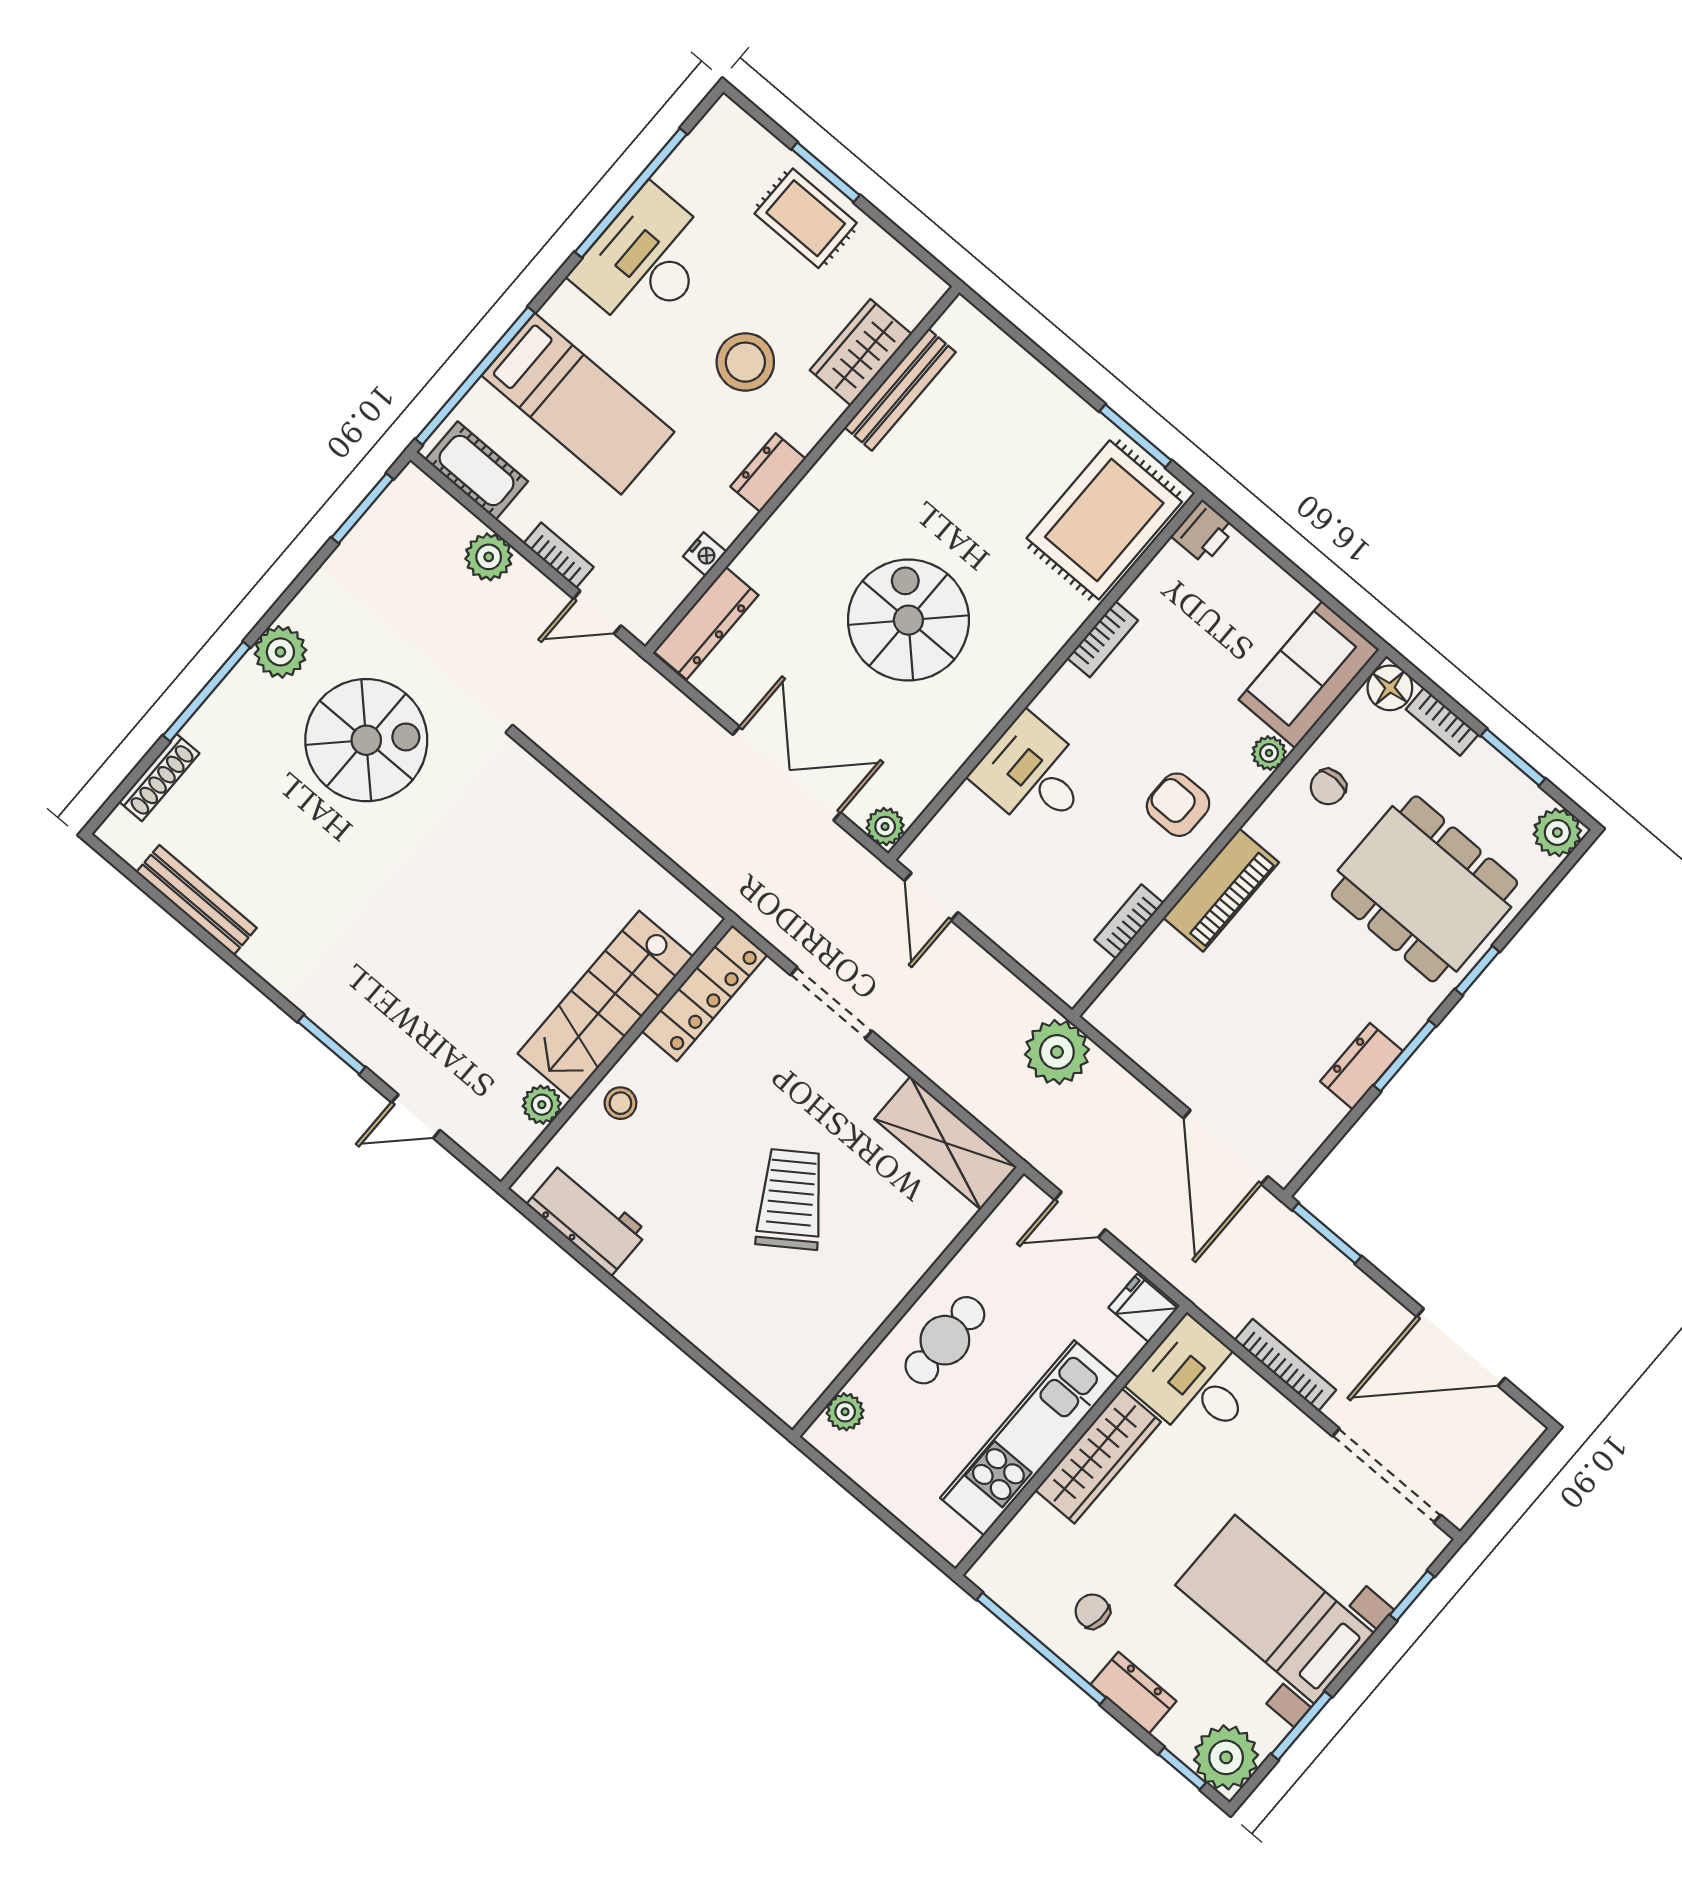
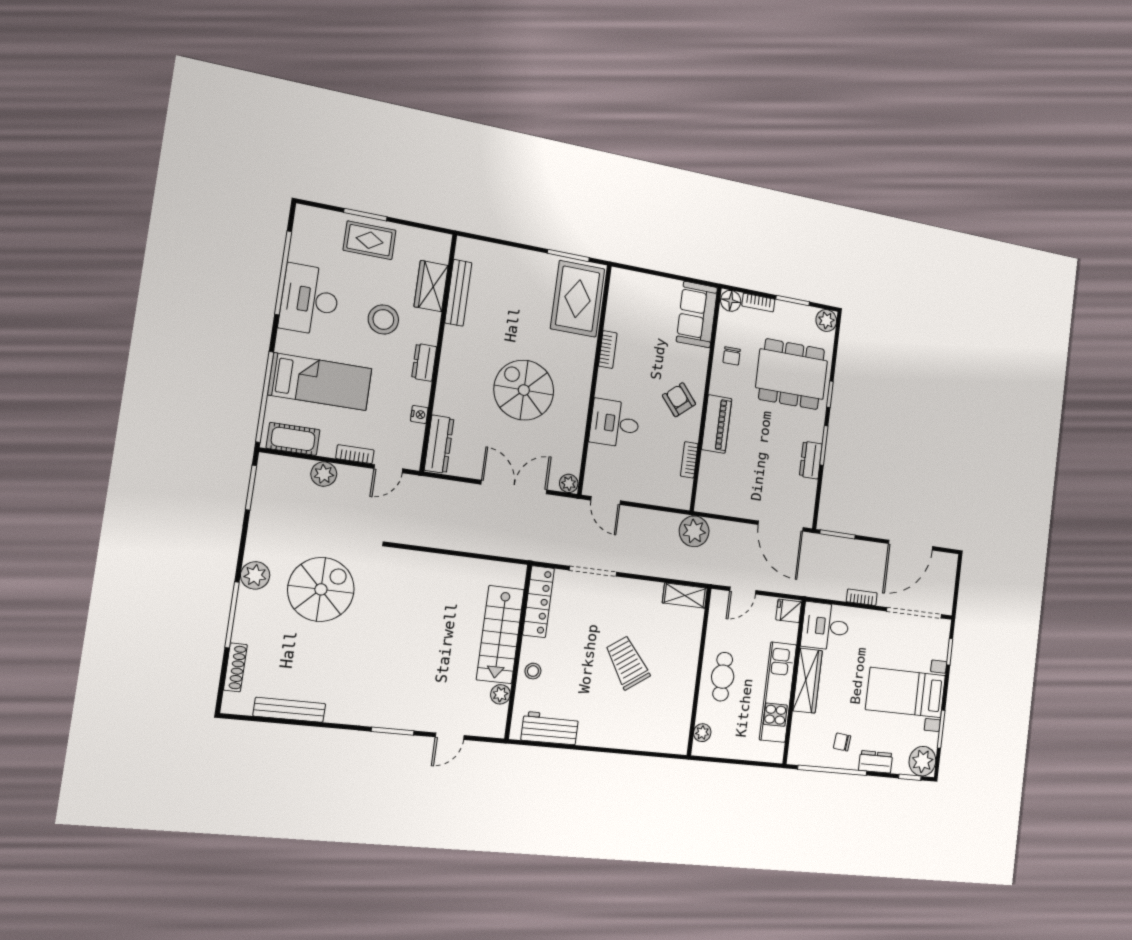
printer: (1203, 532) -> (620, 280), removed
plant: (1269, 753) -> (701, 356), removed
armchair: (1178, 805) -> (679, 400), turned 50
shelving: (945, 1143) -> (685, 595), width x0.67, depth x0.75
bookcase: (1285, 1365) -> (862, 597), width x0.64

